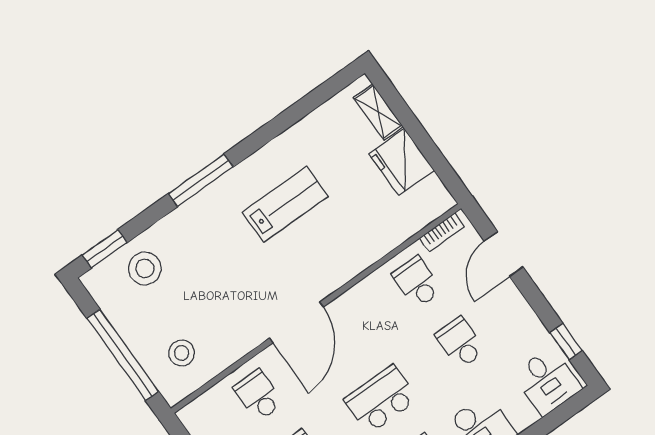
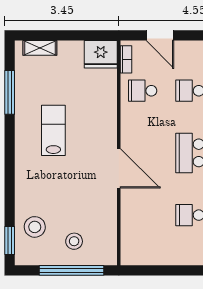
fridge: (402, 162) -> (101, 54), moved
window: (201, 180) -> (10, 92), moved
stool: (182, 353) -> (74, 241), moved
school desk: (258, 395) -> (143, 215), removed

